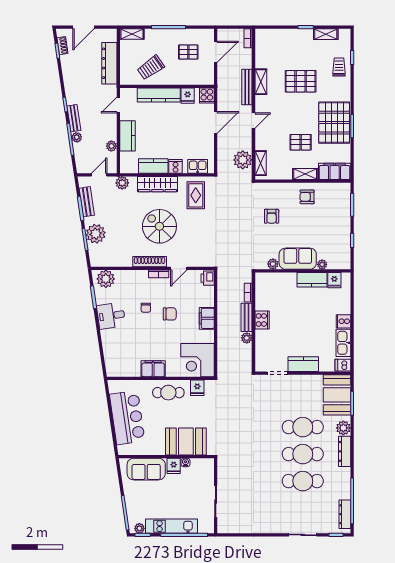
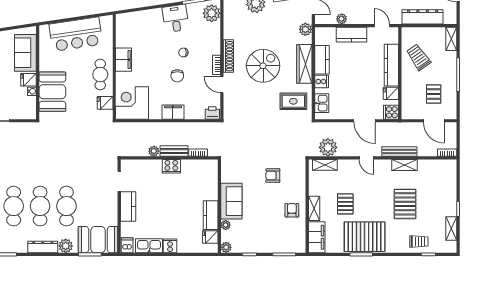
plant: (273, 264) -> (226, 247), moved

